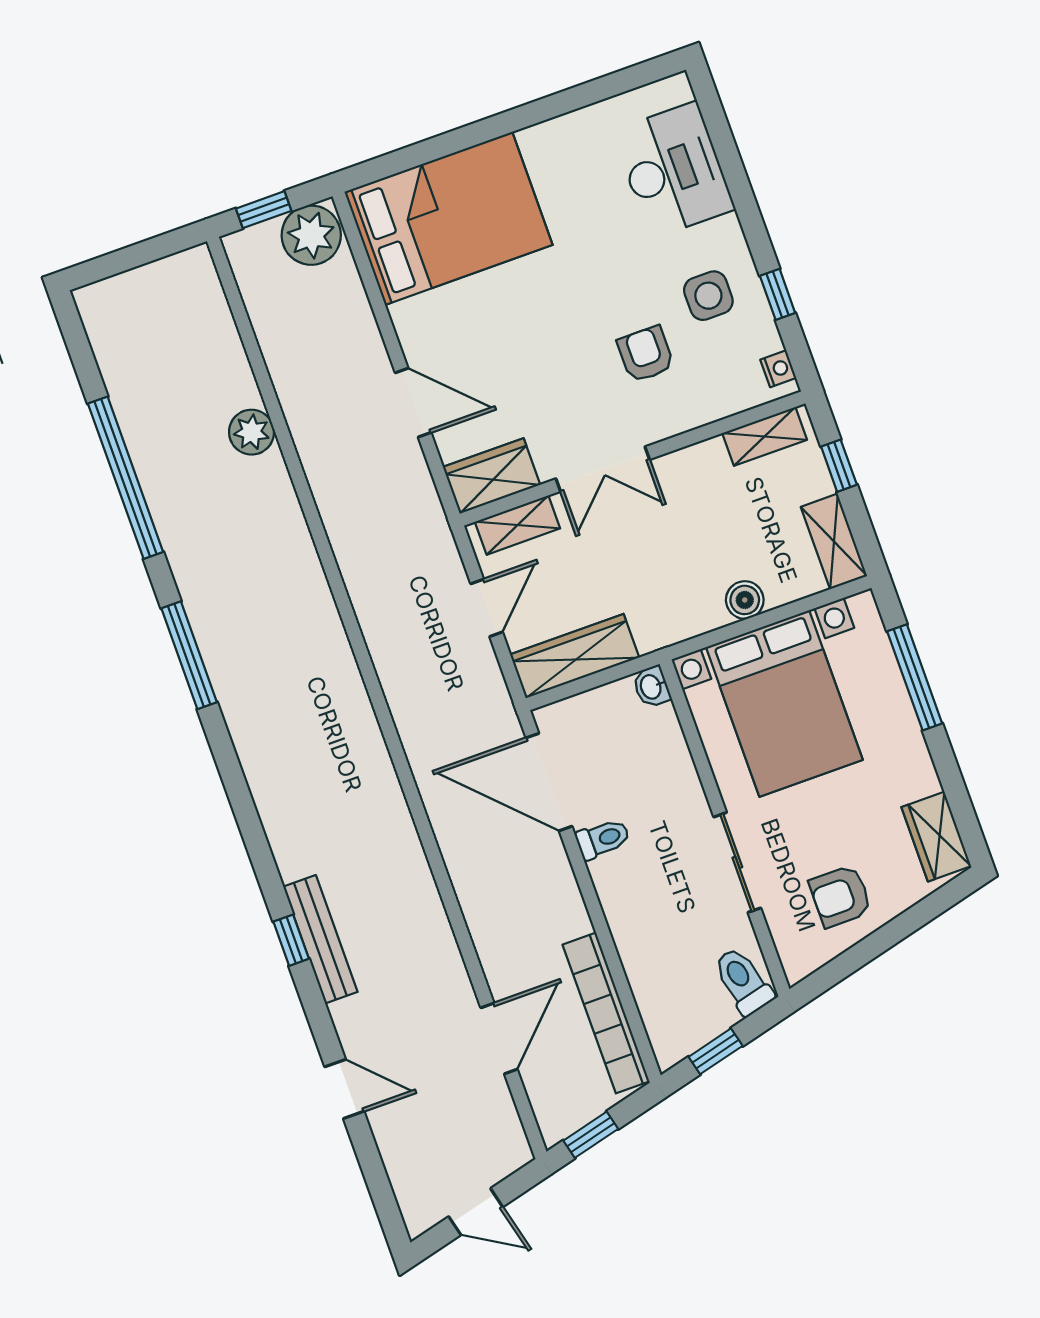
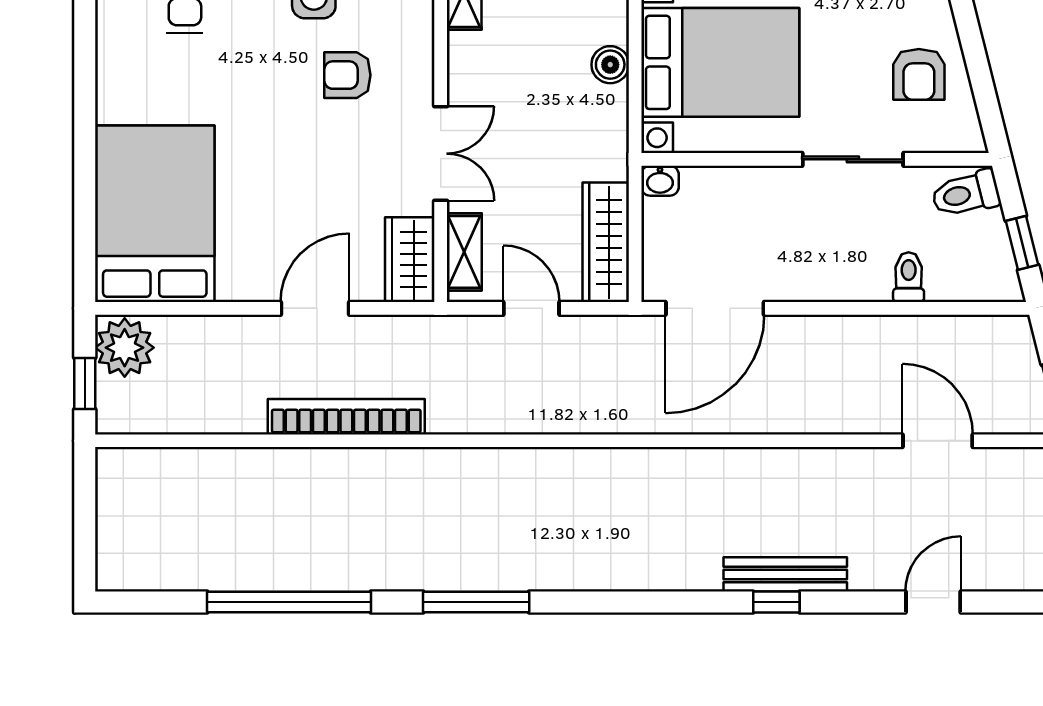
plant: (252, 432) -> (289, 469), removed
toilet: (603, 839) -> (909, 277), moved
bookcase: (606, 1013) -> (346, 417), moved, turned 180

